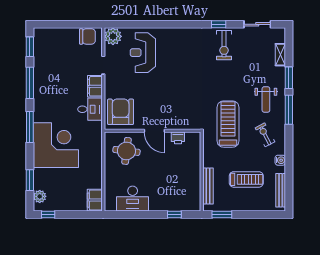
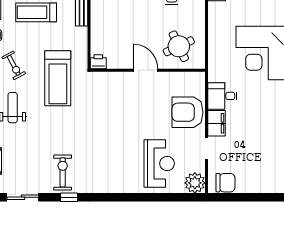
chair: (87, 36) -> (225, 183), turned 180
armchair: (121, 112) -> (187, 112), moved, turned 90
printer: (178, 138) -> (98, 62), moved
round table: (126, 151) -> (179, 46), turned -32

